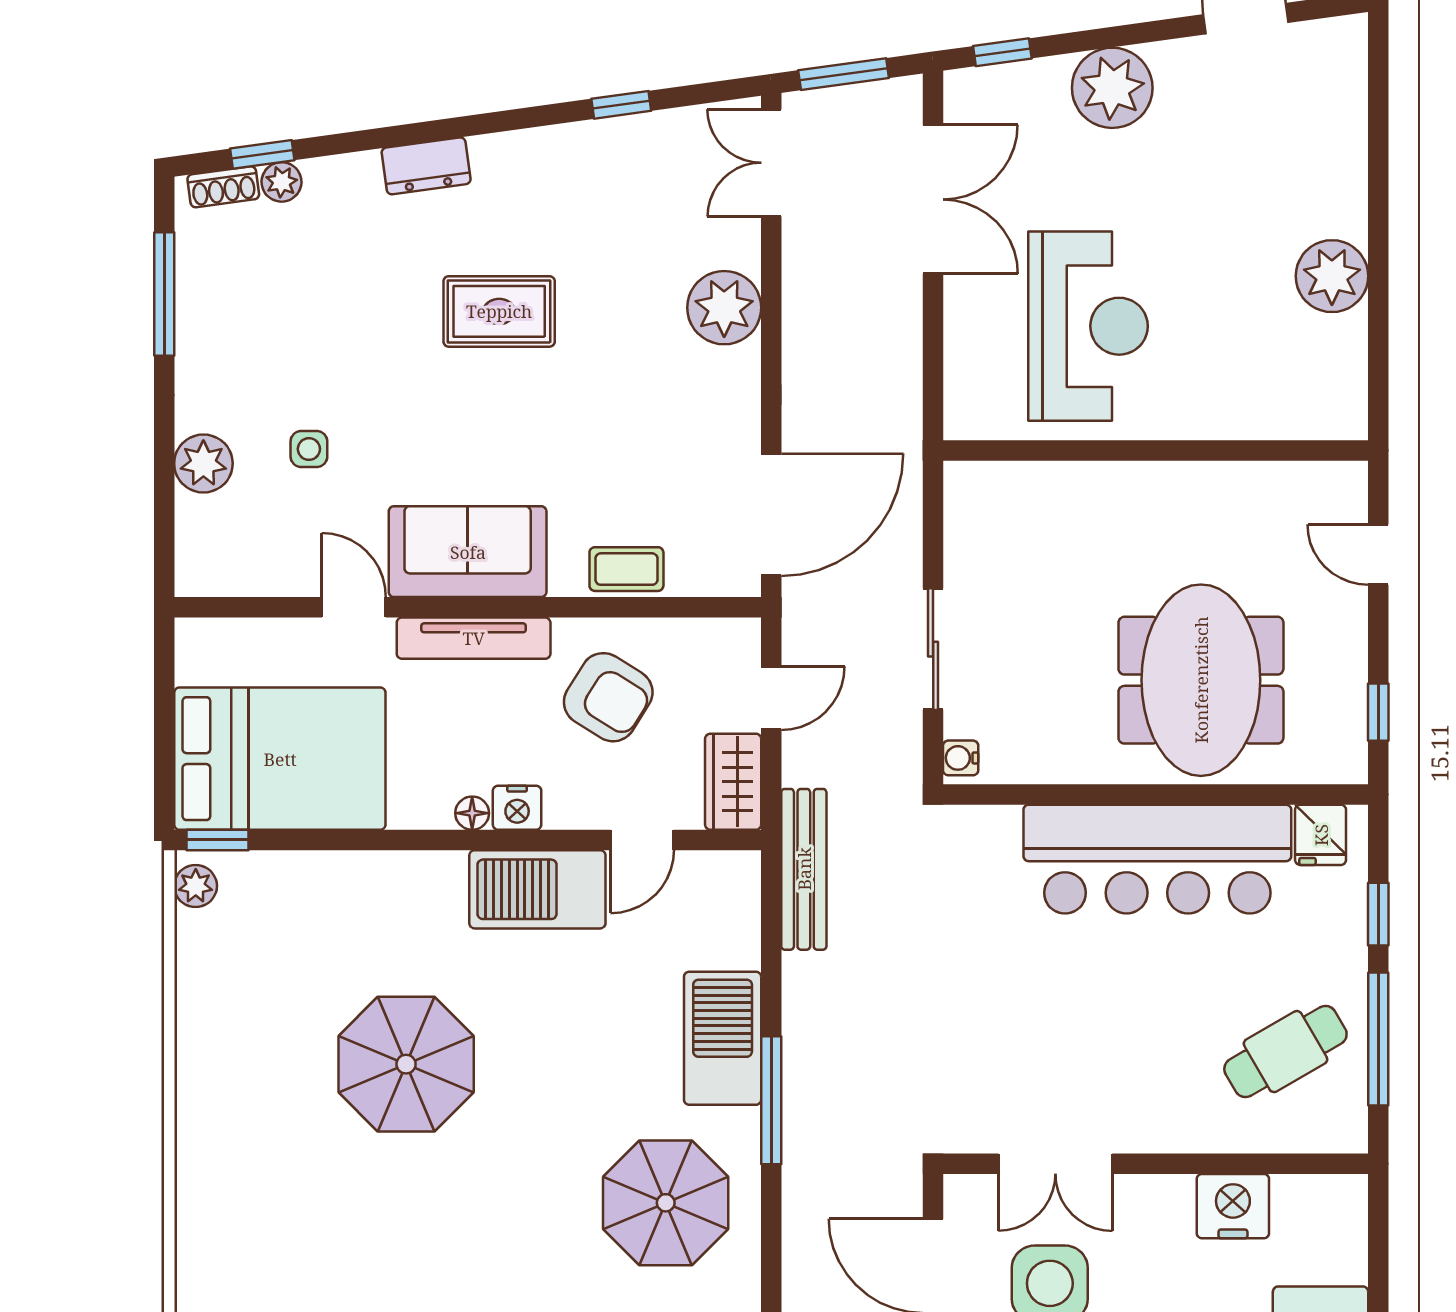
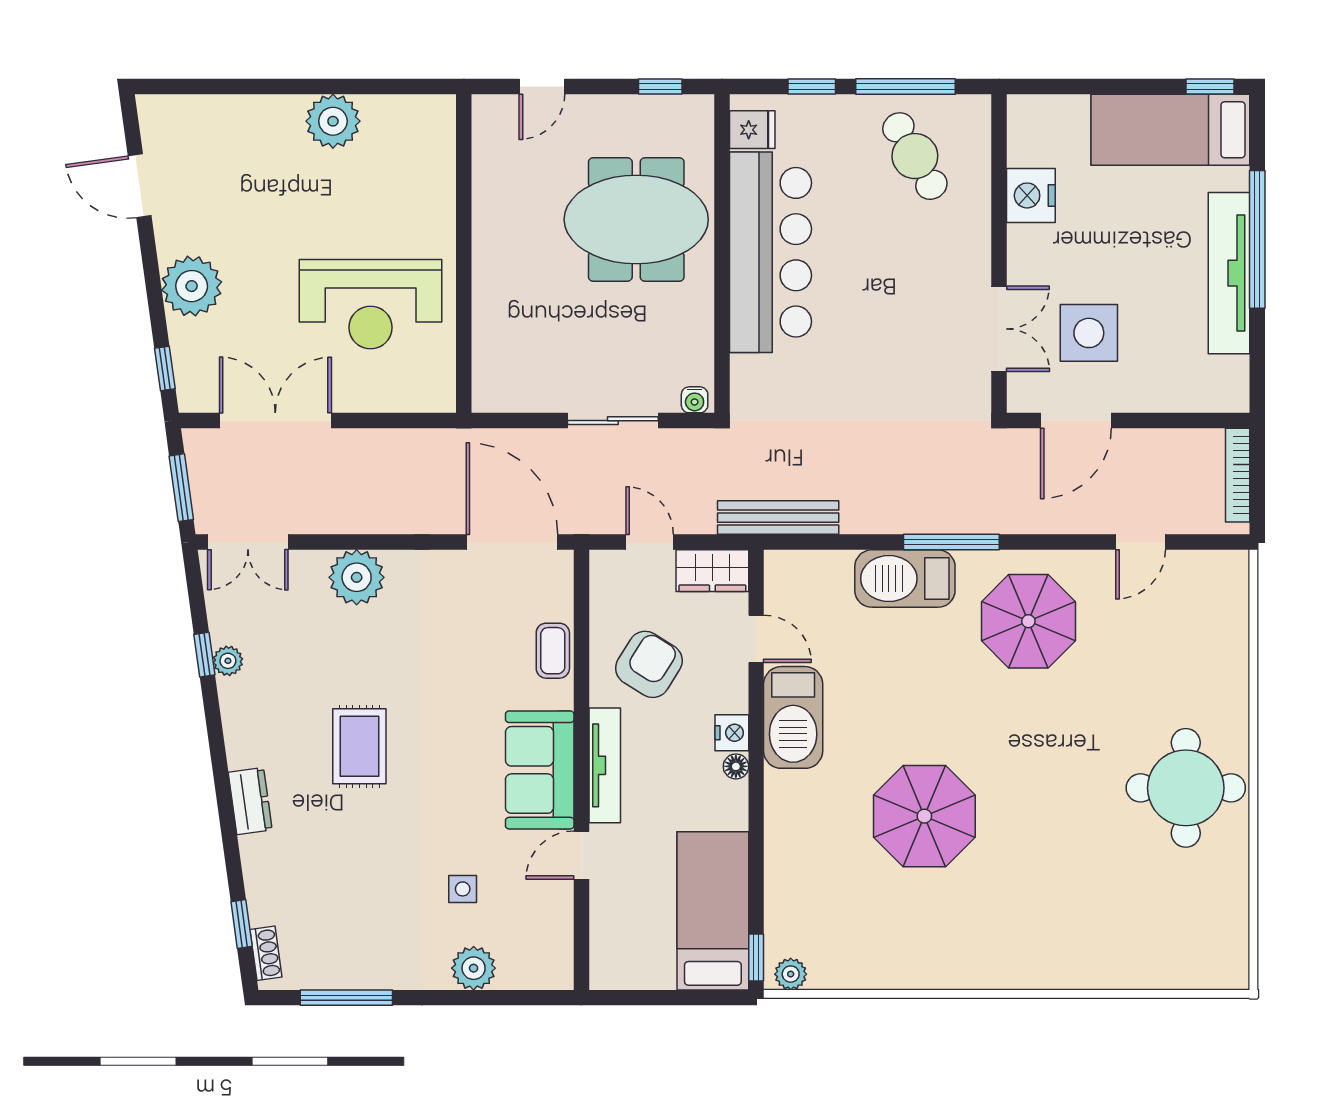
plant: (282, 182) -> (228, 661), moved
reception desk: (1088, 326) -> (371, 304), turned 180
bed: (280, 759) -> (713, 911), width x0.67

